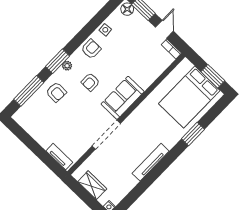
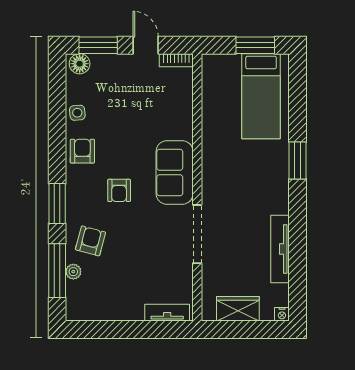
plant: (67, 66) -> (73, 272), moved
armchair: (56, 92) -> (90, 241), turned -78
bed: (189, 97) -> (261, 96), width x0.67
window: (193, 134) -> (298, 161), moved
tv unit: (151, 162) -> (280, 249), moved

